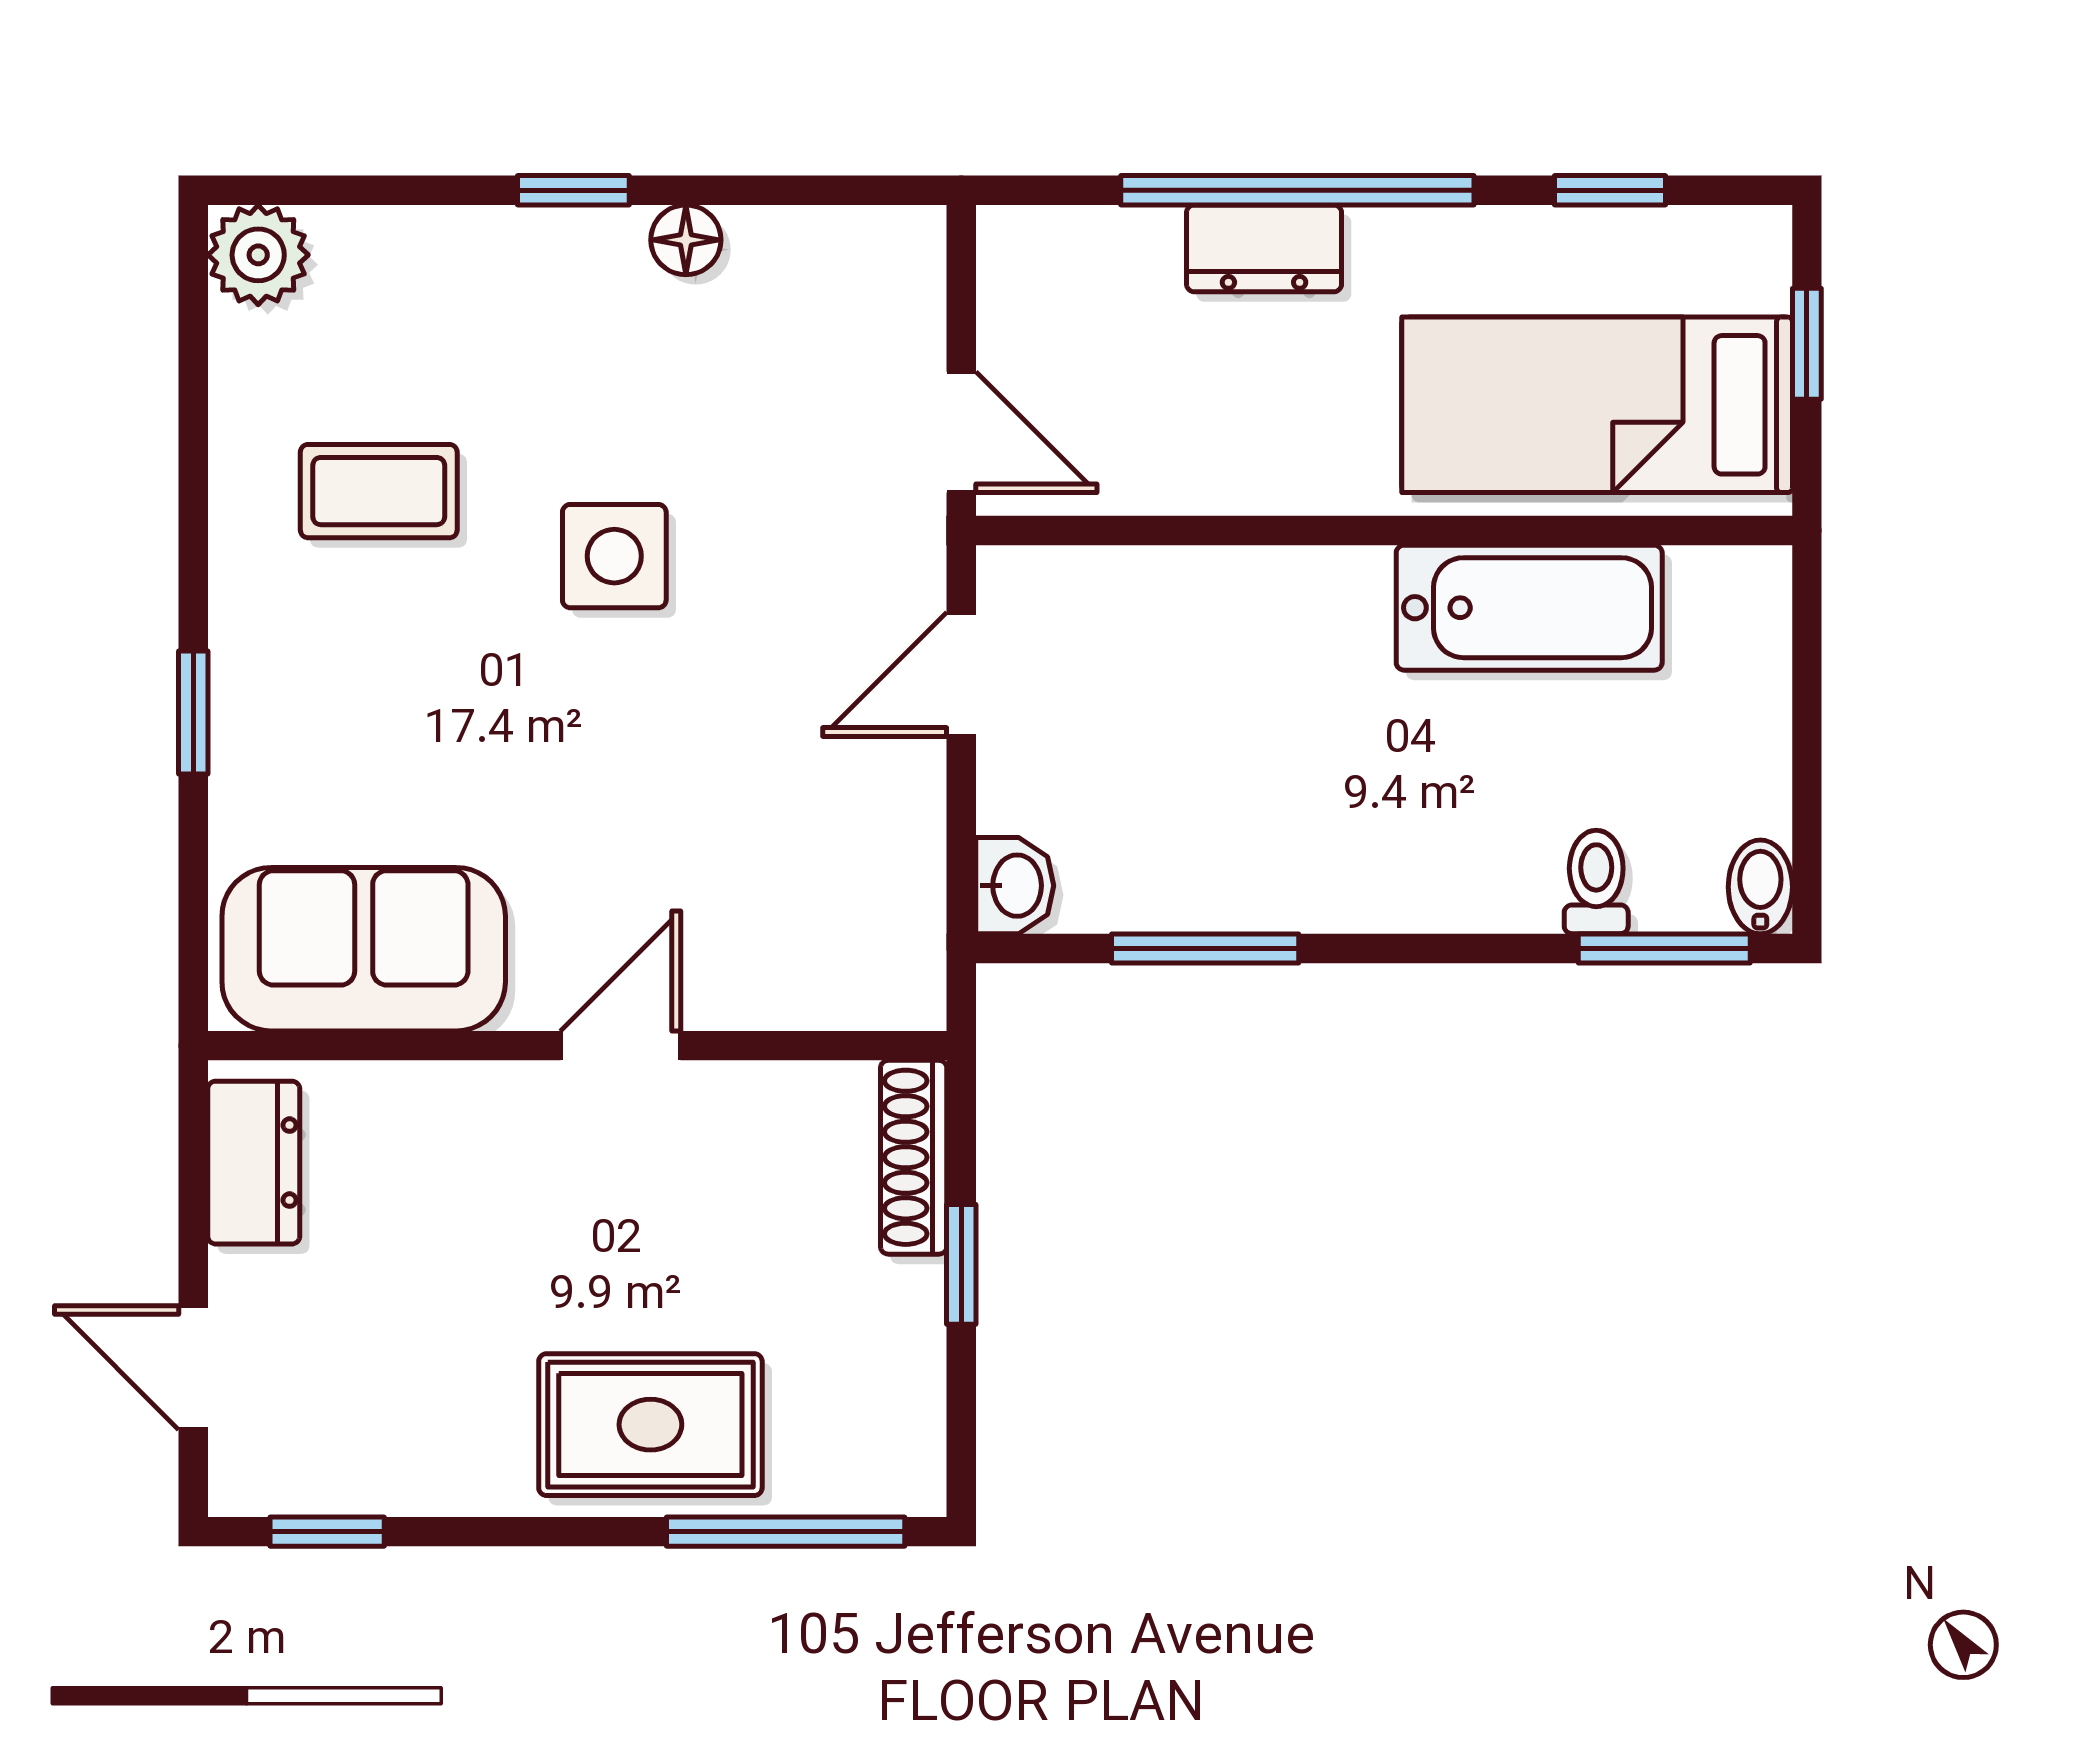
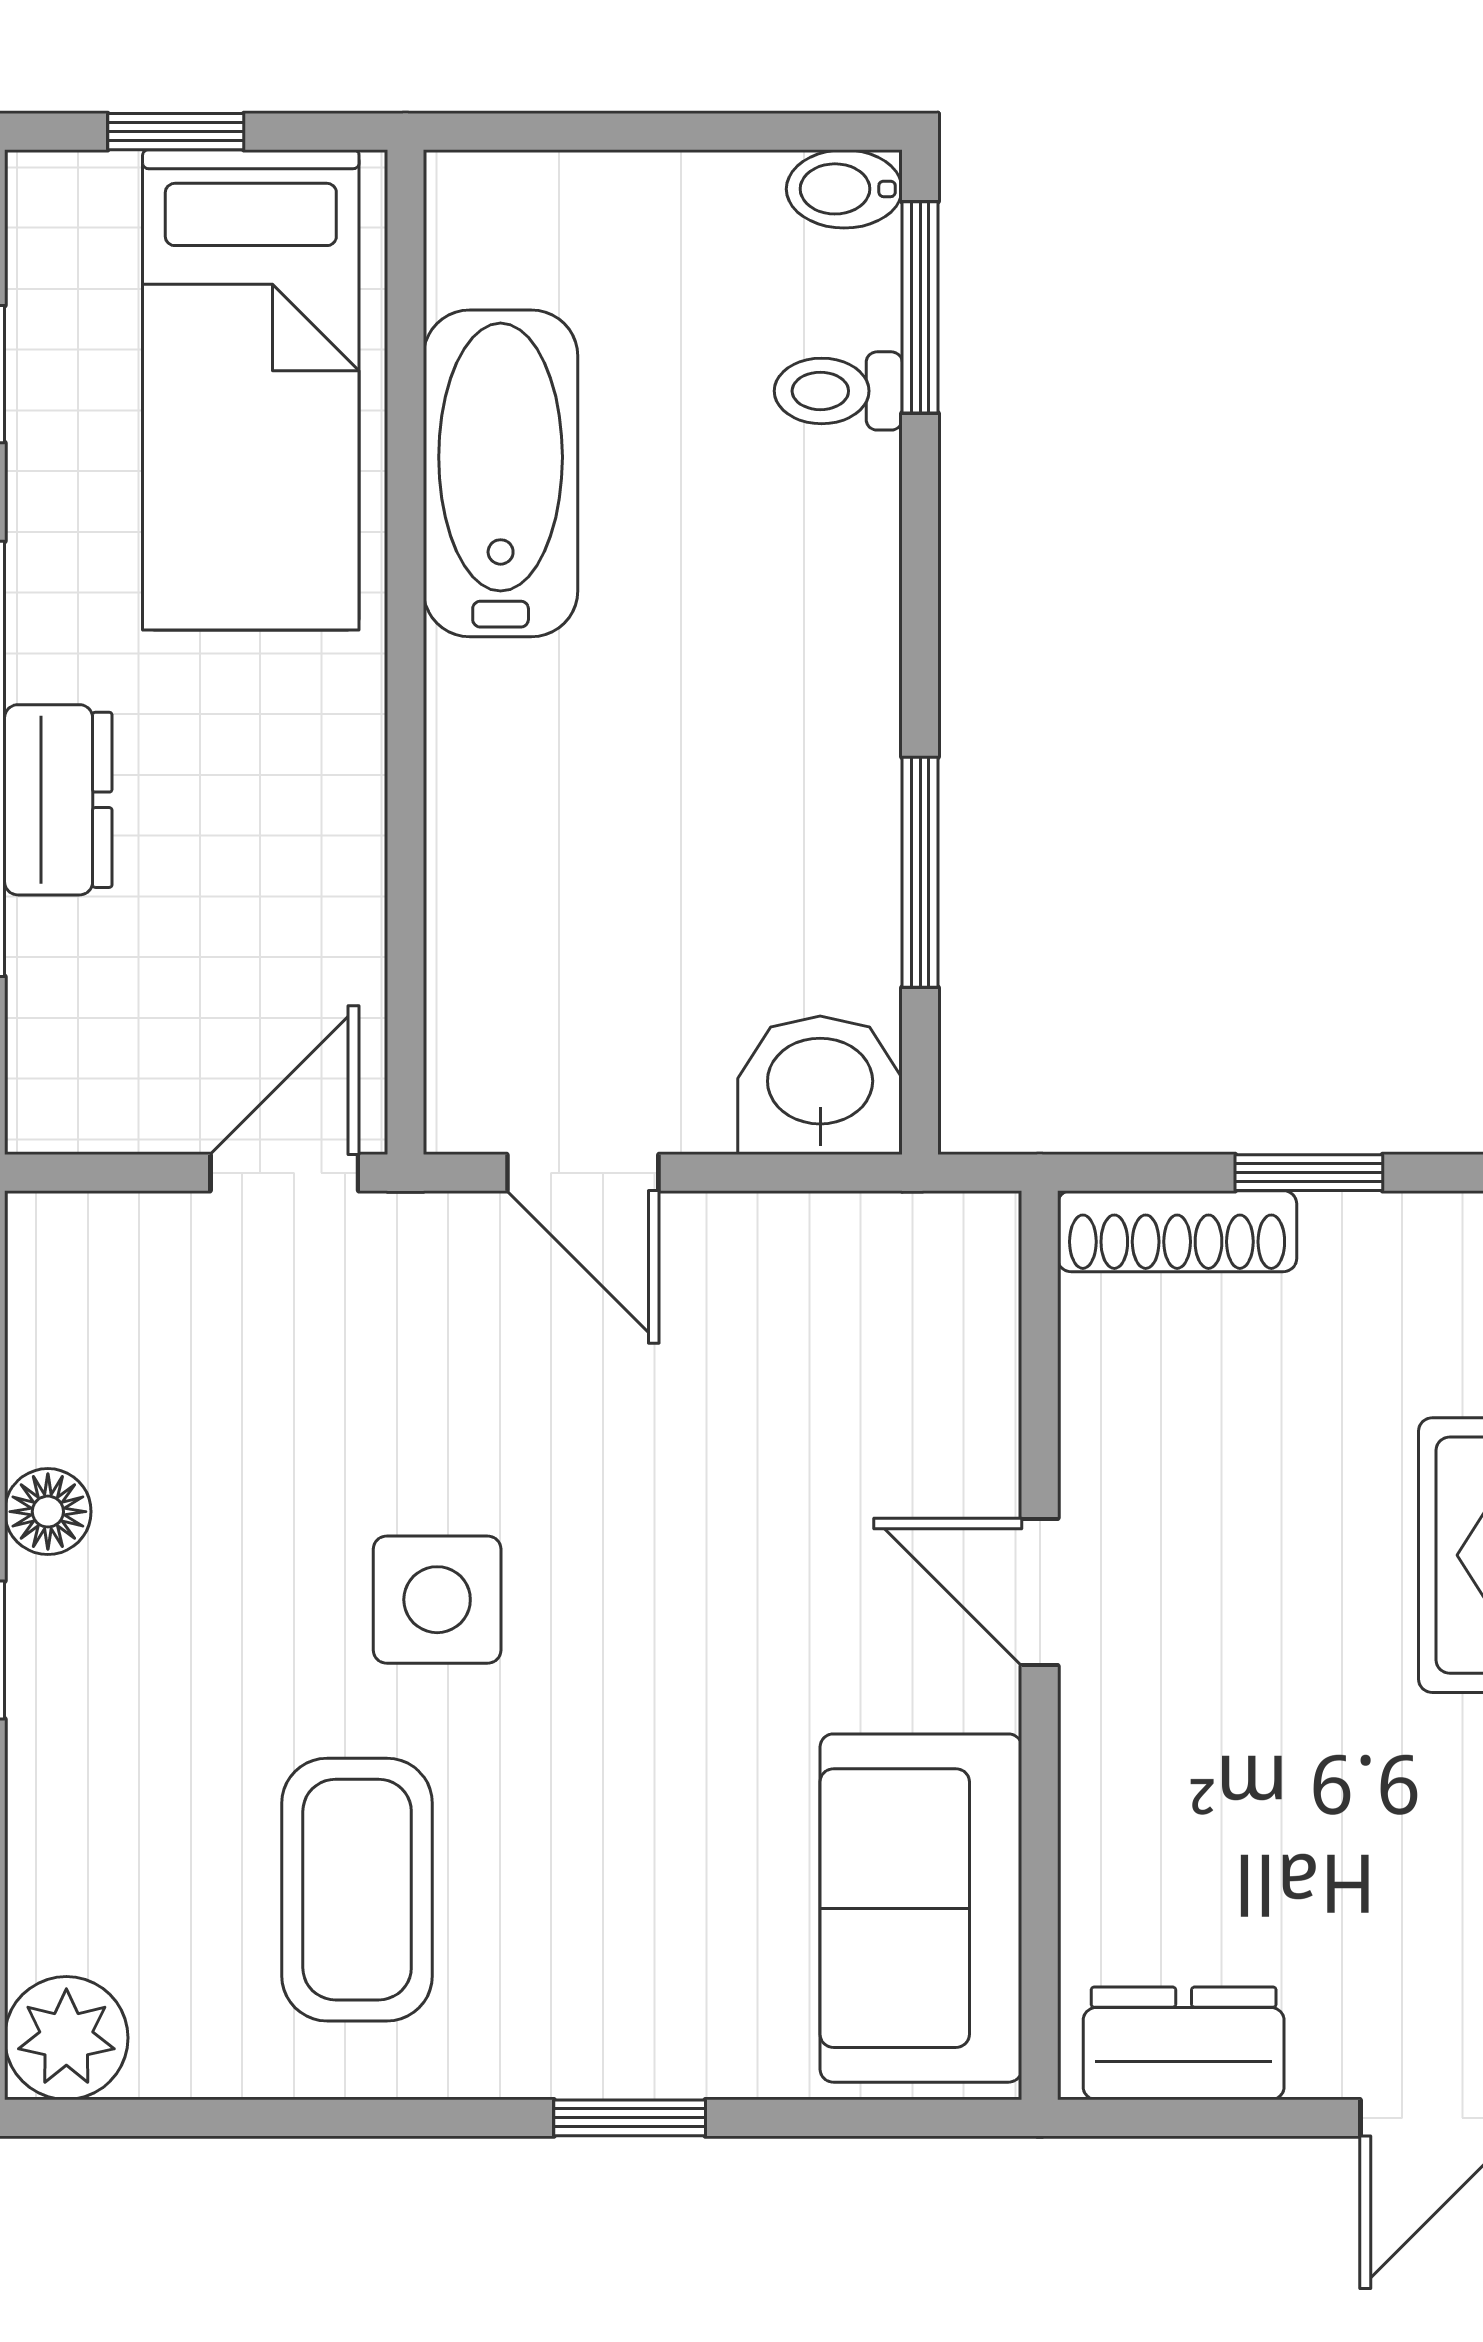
coffee table: (379, 491) -> (357, 1890), width x1.36, depth x1.30
washbasin: (1015, 886) -> (820, 1085), width x1.38, depth x1.45

